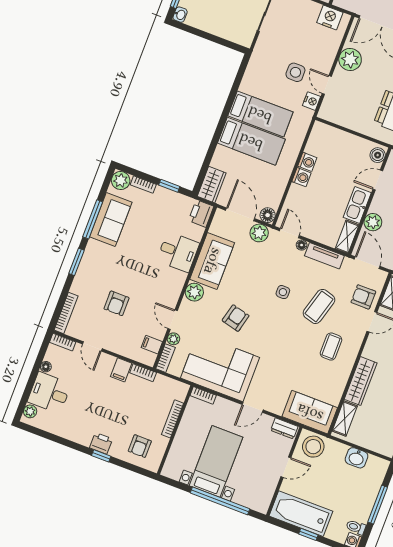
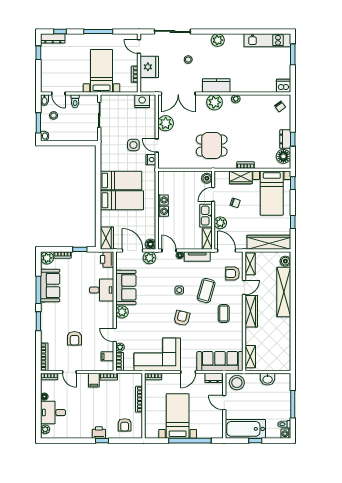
armchair: (236, 318) -> (182, 318), moved
wardrobe: (361, 381) -> (251, 311), moved
sofa: (310, 412) -> (220, 361), width x1.36
door: (286, 467) -> (224, 403), swing flipped

